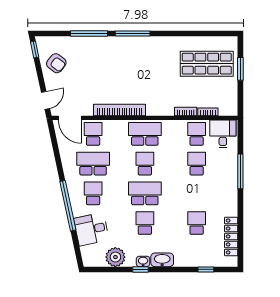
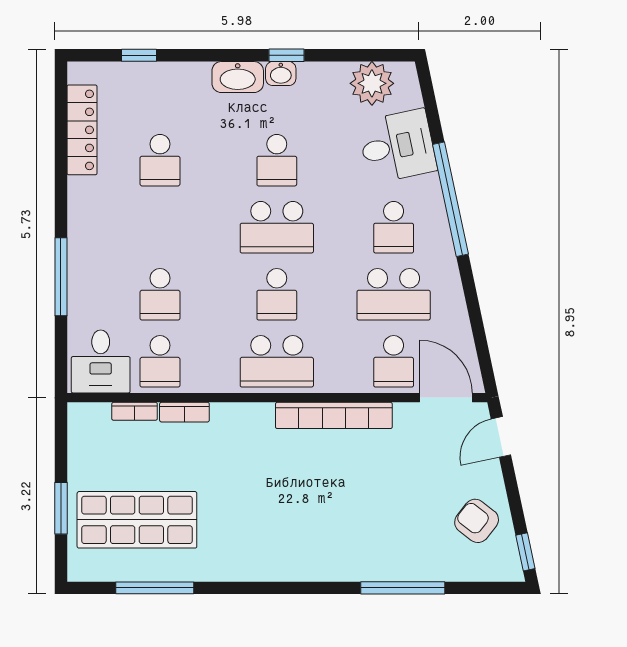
window: (133, 34) -> (155, 588), moved
plant: (115, 257) -> (372, 83), moved

